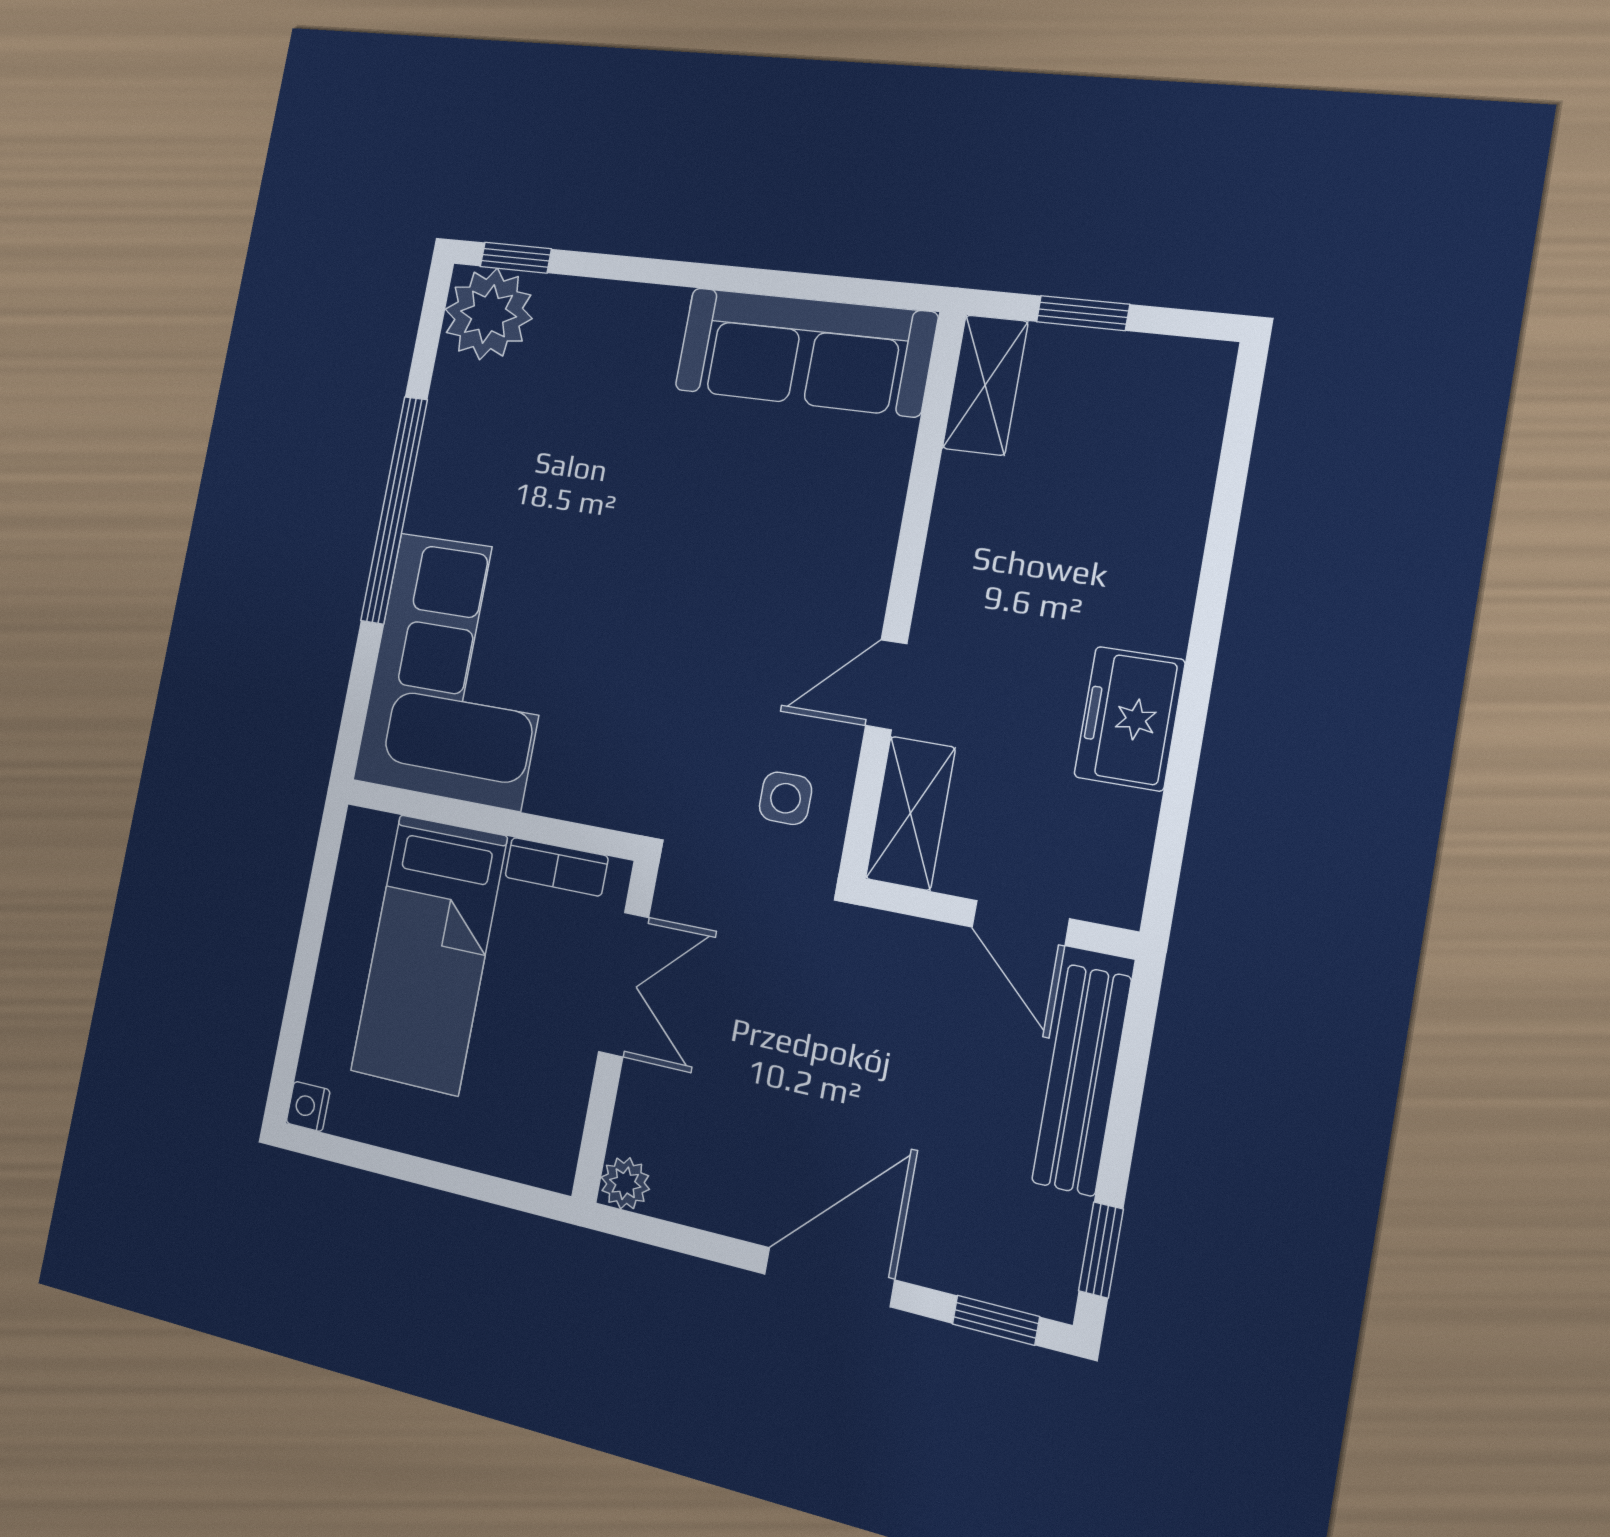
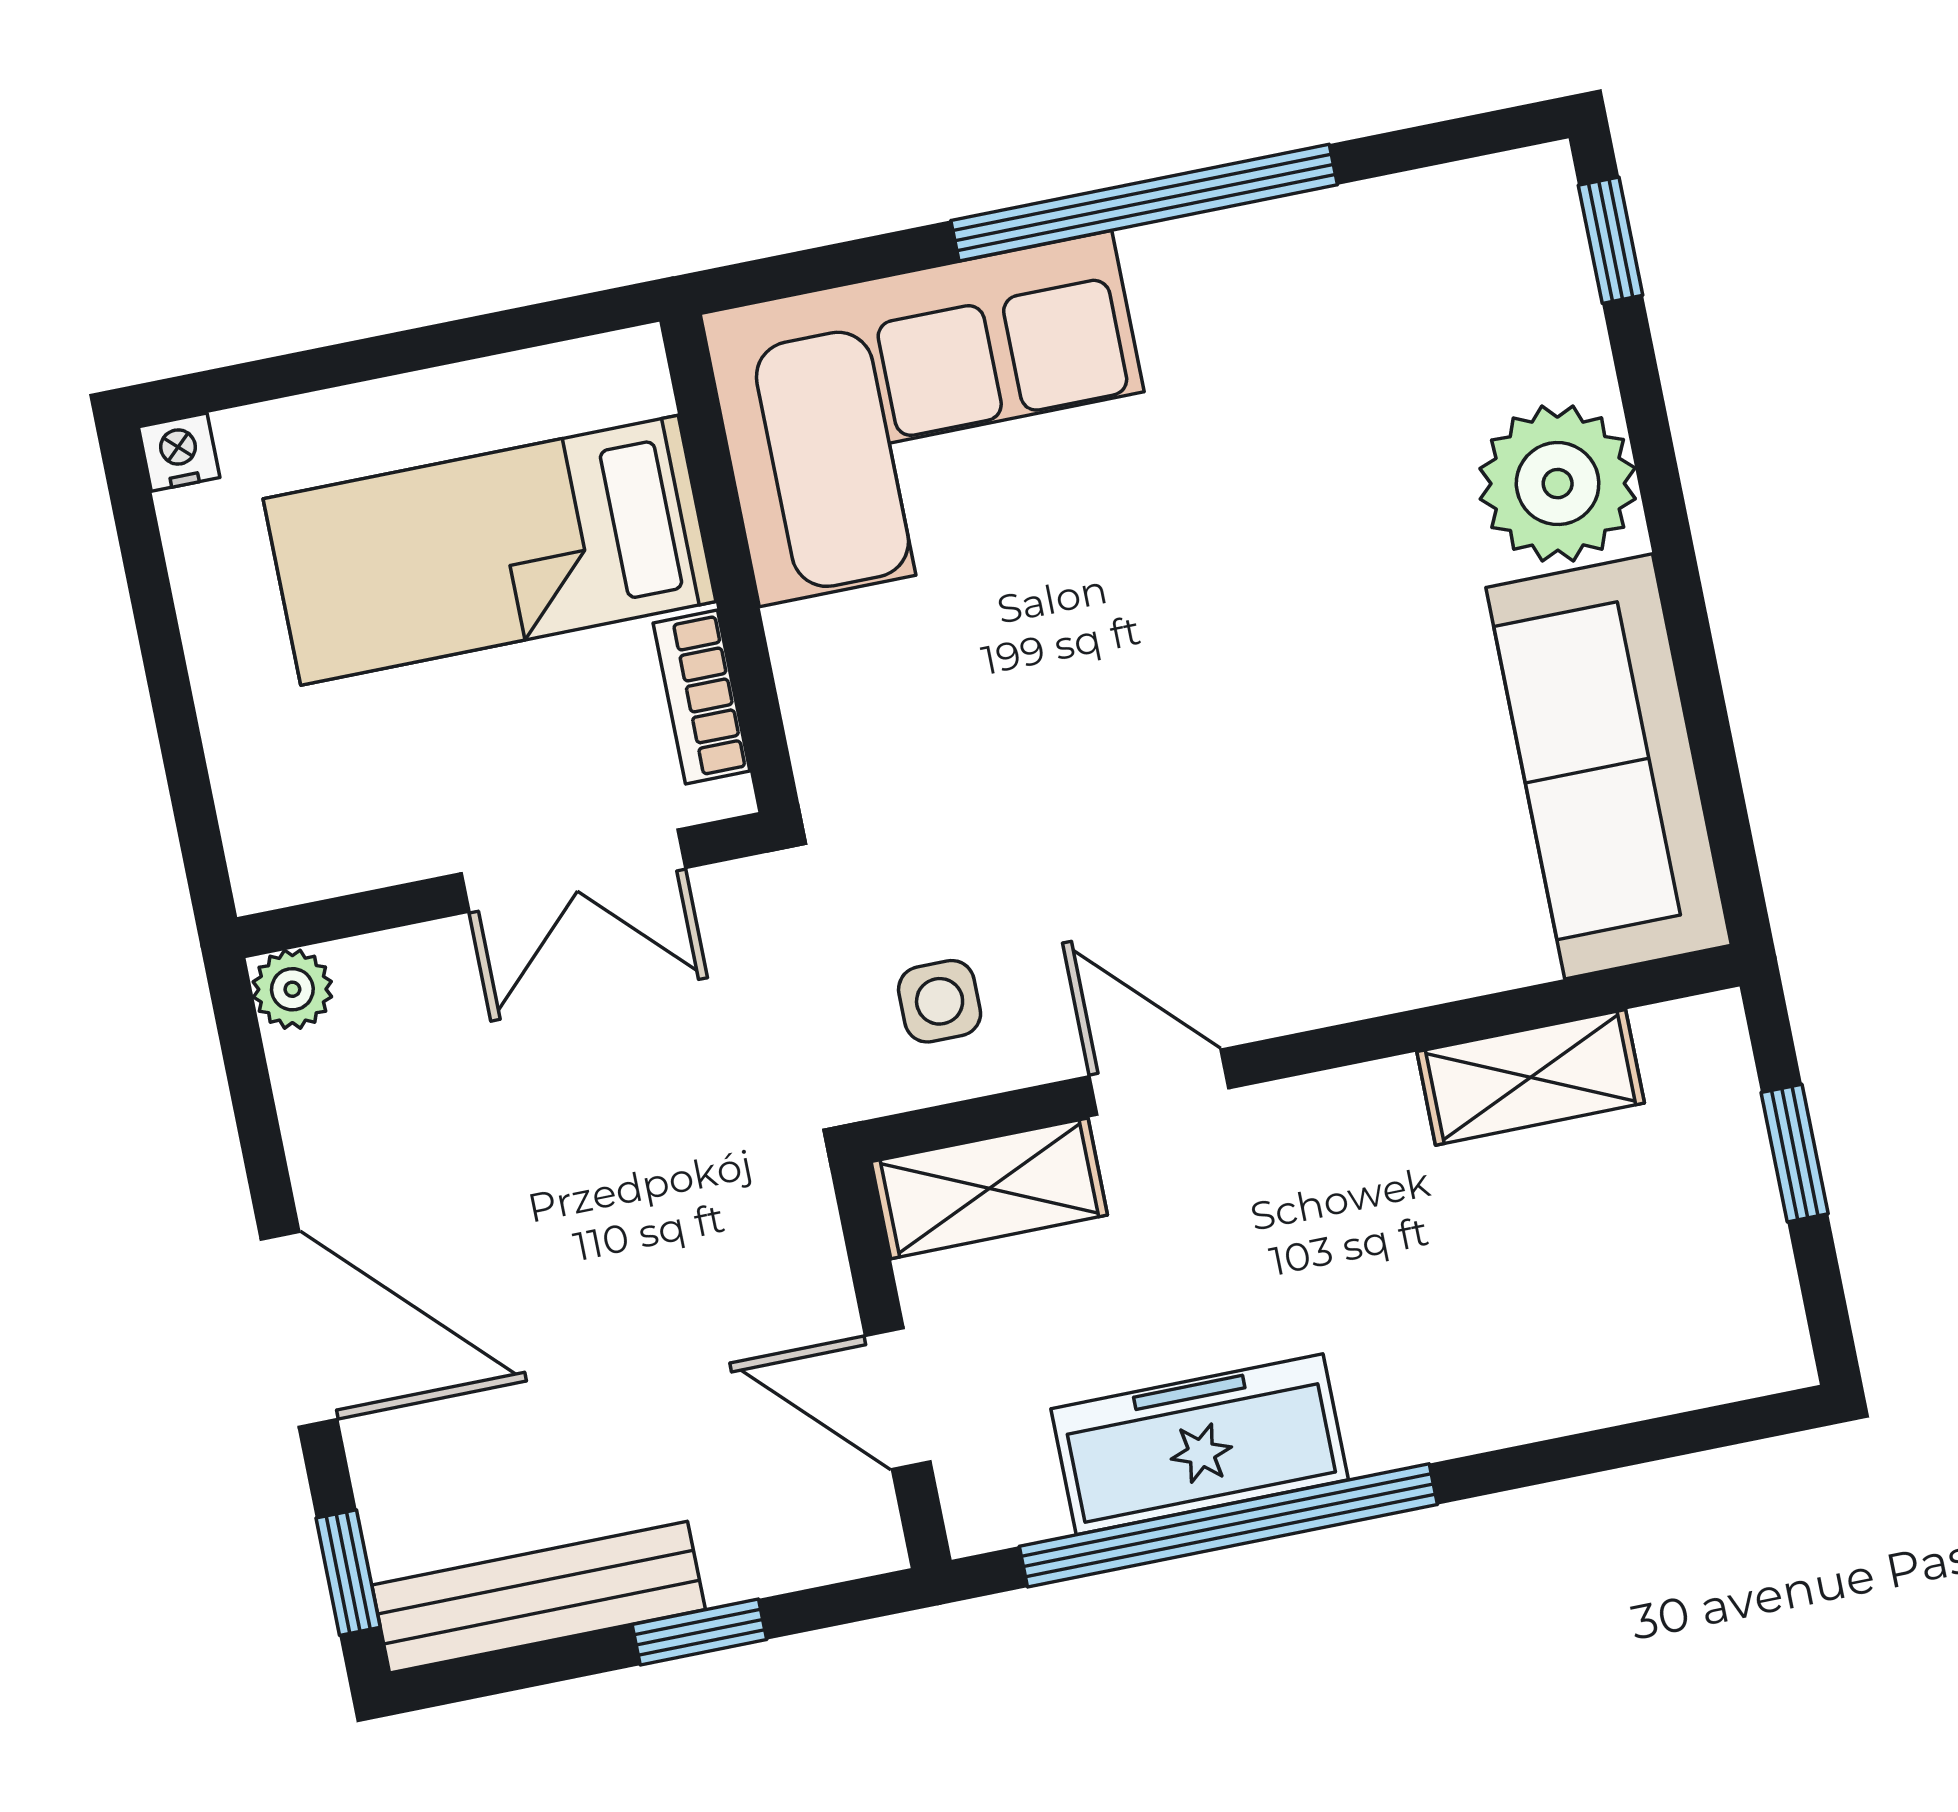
plant: (488, 314) -> (1558, 484), moved
shelving: (985, 385) -> (1531, 1077), moved
freezer: (1130, 719) -> (1200, 1444), width x1.40
window: (1186, 747) -> (1228, 1525), added
door: (1020, 923) -> (898, 1399), hinge flipped
bench: (1082, 1080) -> (539, 1597), moved
window: (1101, 1250) -> (699, 1632), moved

